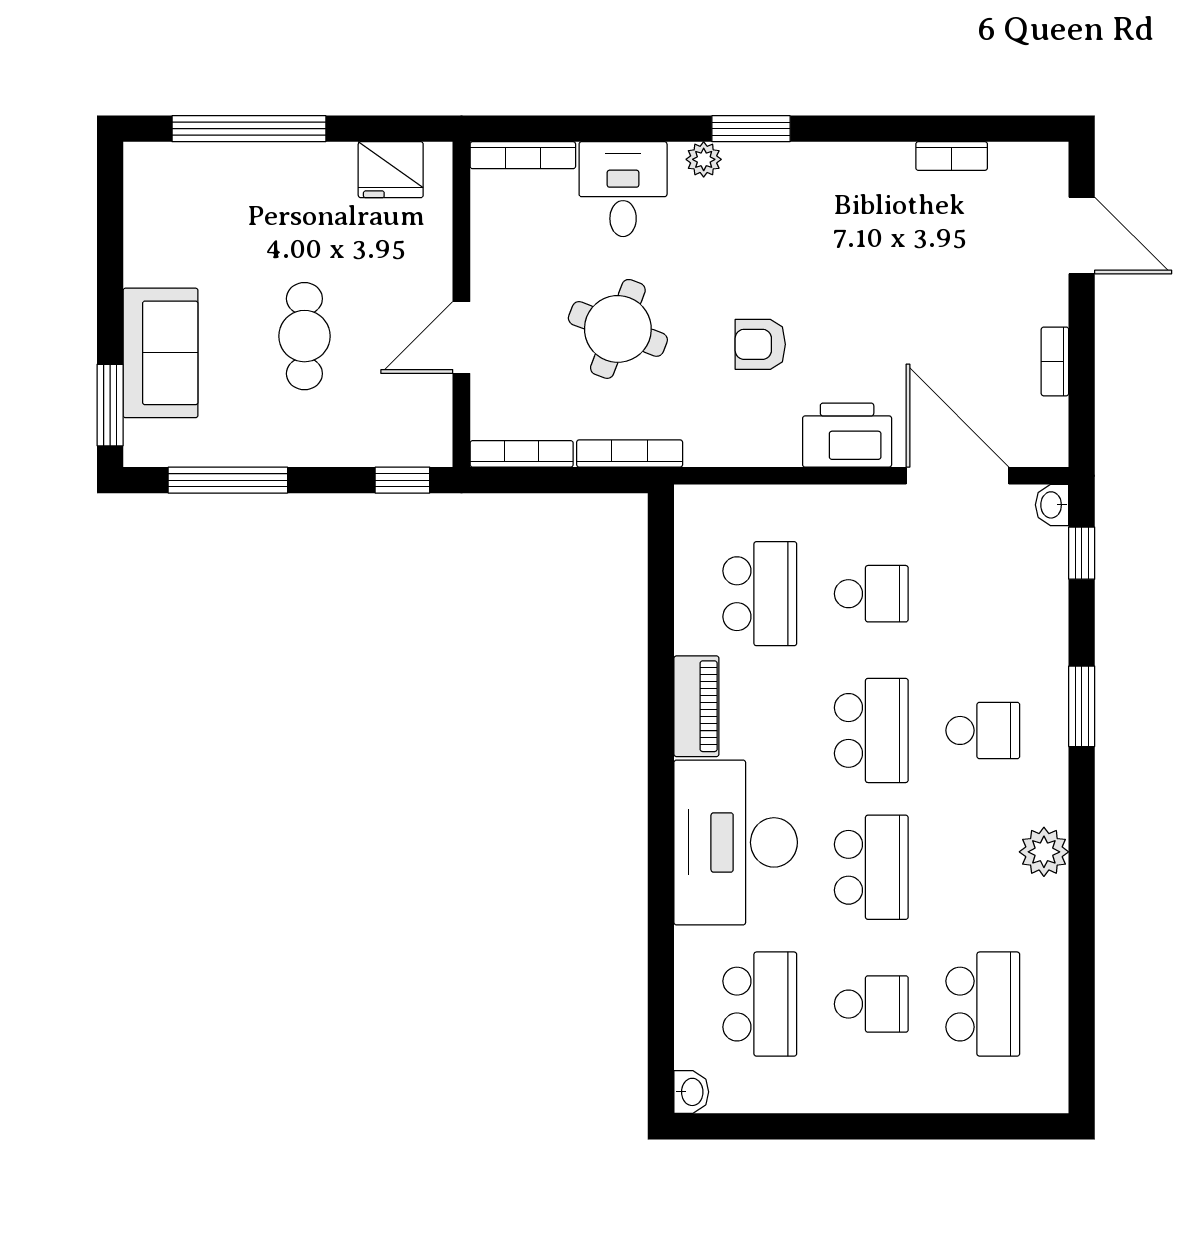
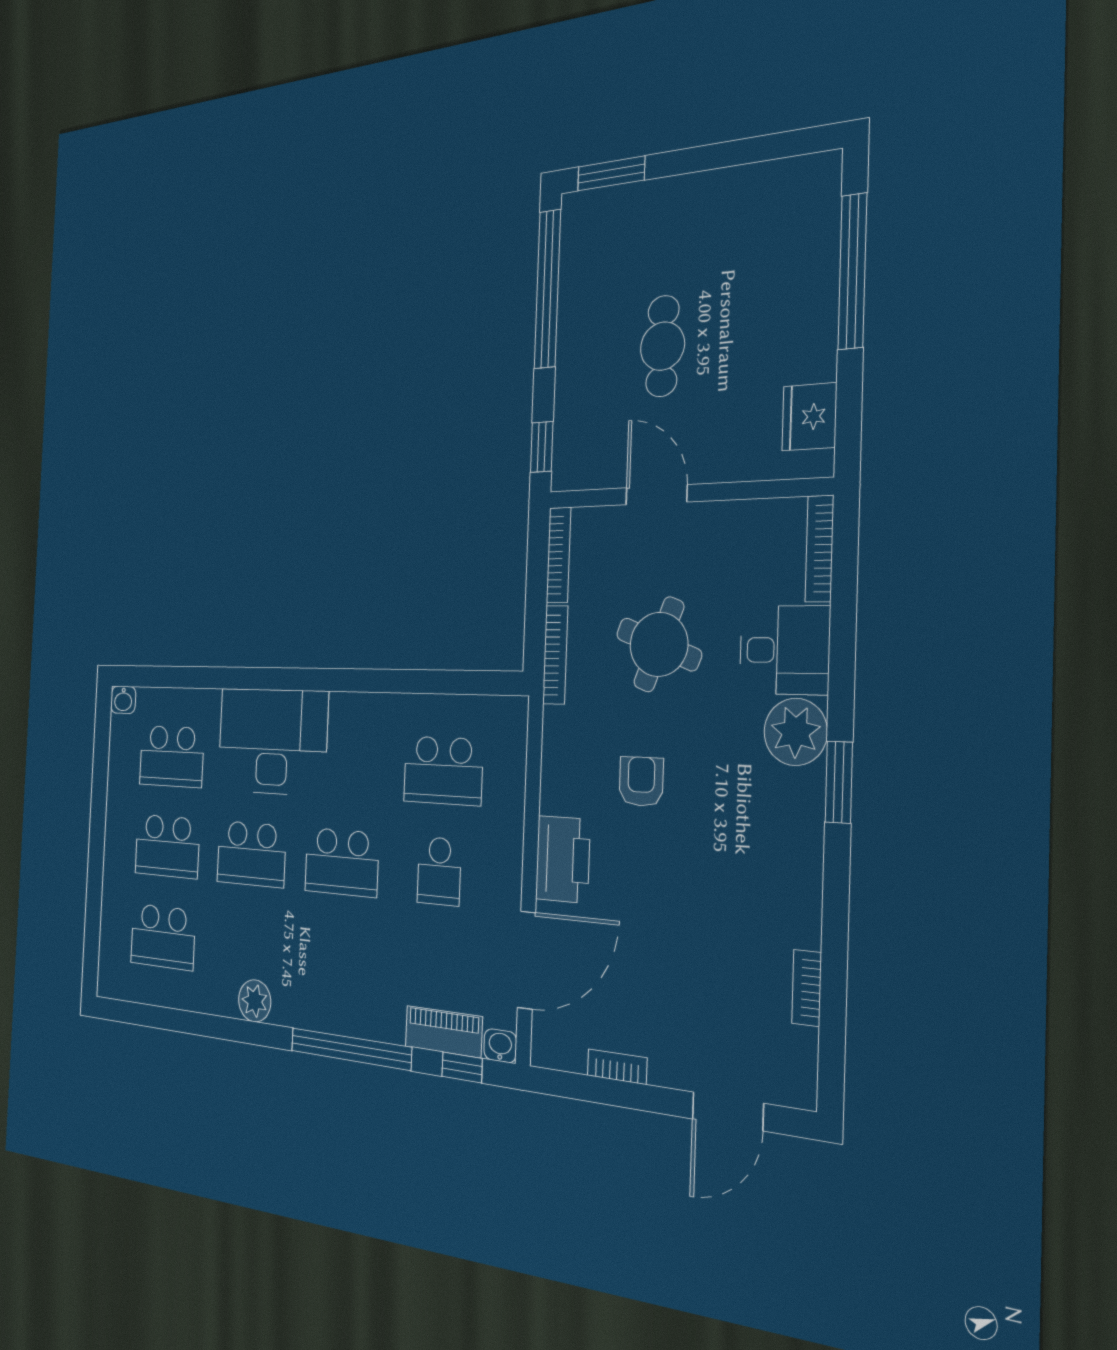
plant: (704, 159) -> (796, 732), width x1.87, depth x1.87
cafe table: (304, 336) -> (662, 346), turned 90
sofa: (161, 353) -> (653, 213), removed
window: (228, 480) -> (547, 289), width x1.46
piano: (696, 706) -> (444, 1032), moved, turned 180
window: (1082, 706) -> (351, 1049), width x2.11
school desk: (983, 730) -> (338, 960), removed
school desk: (871, 1004) -> (167, 846), width x1.85

